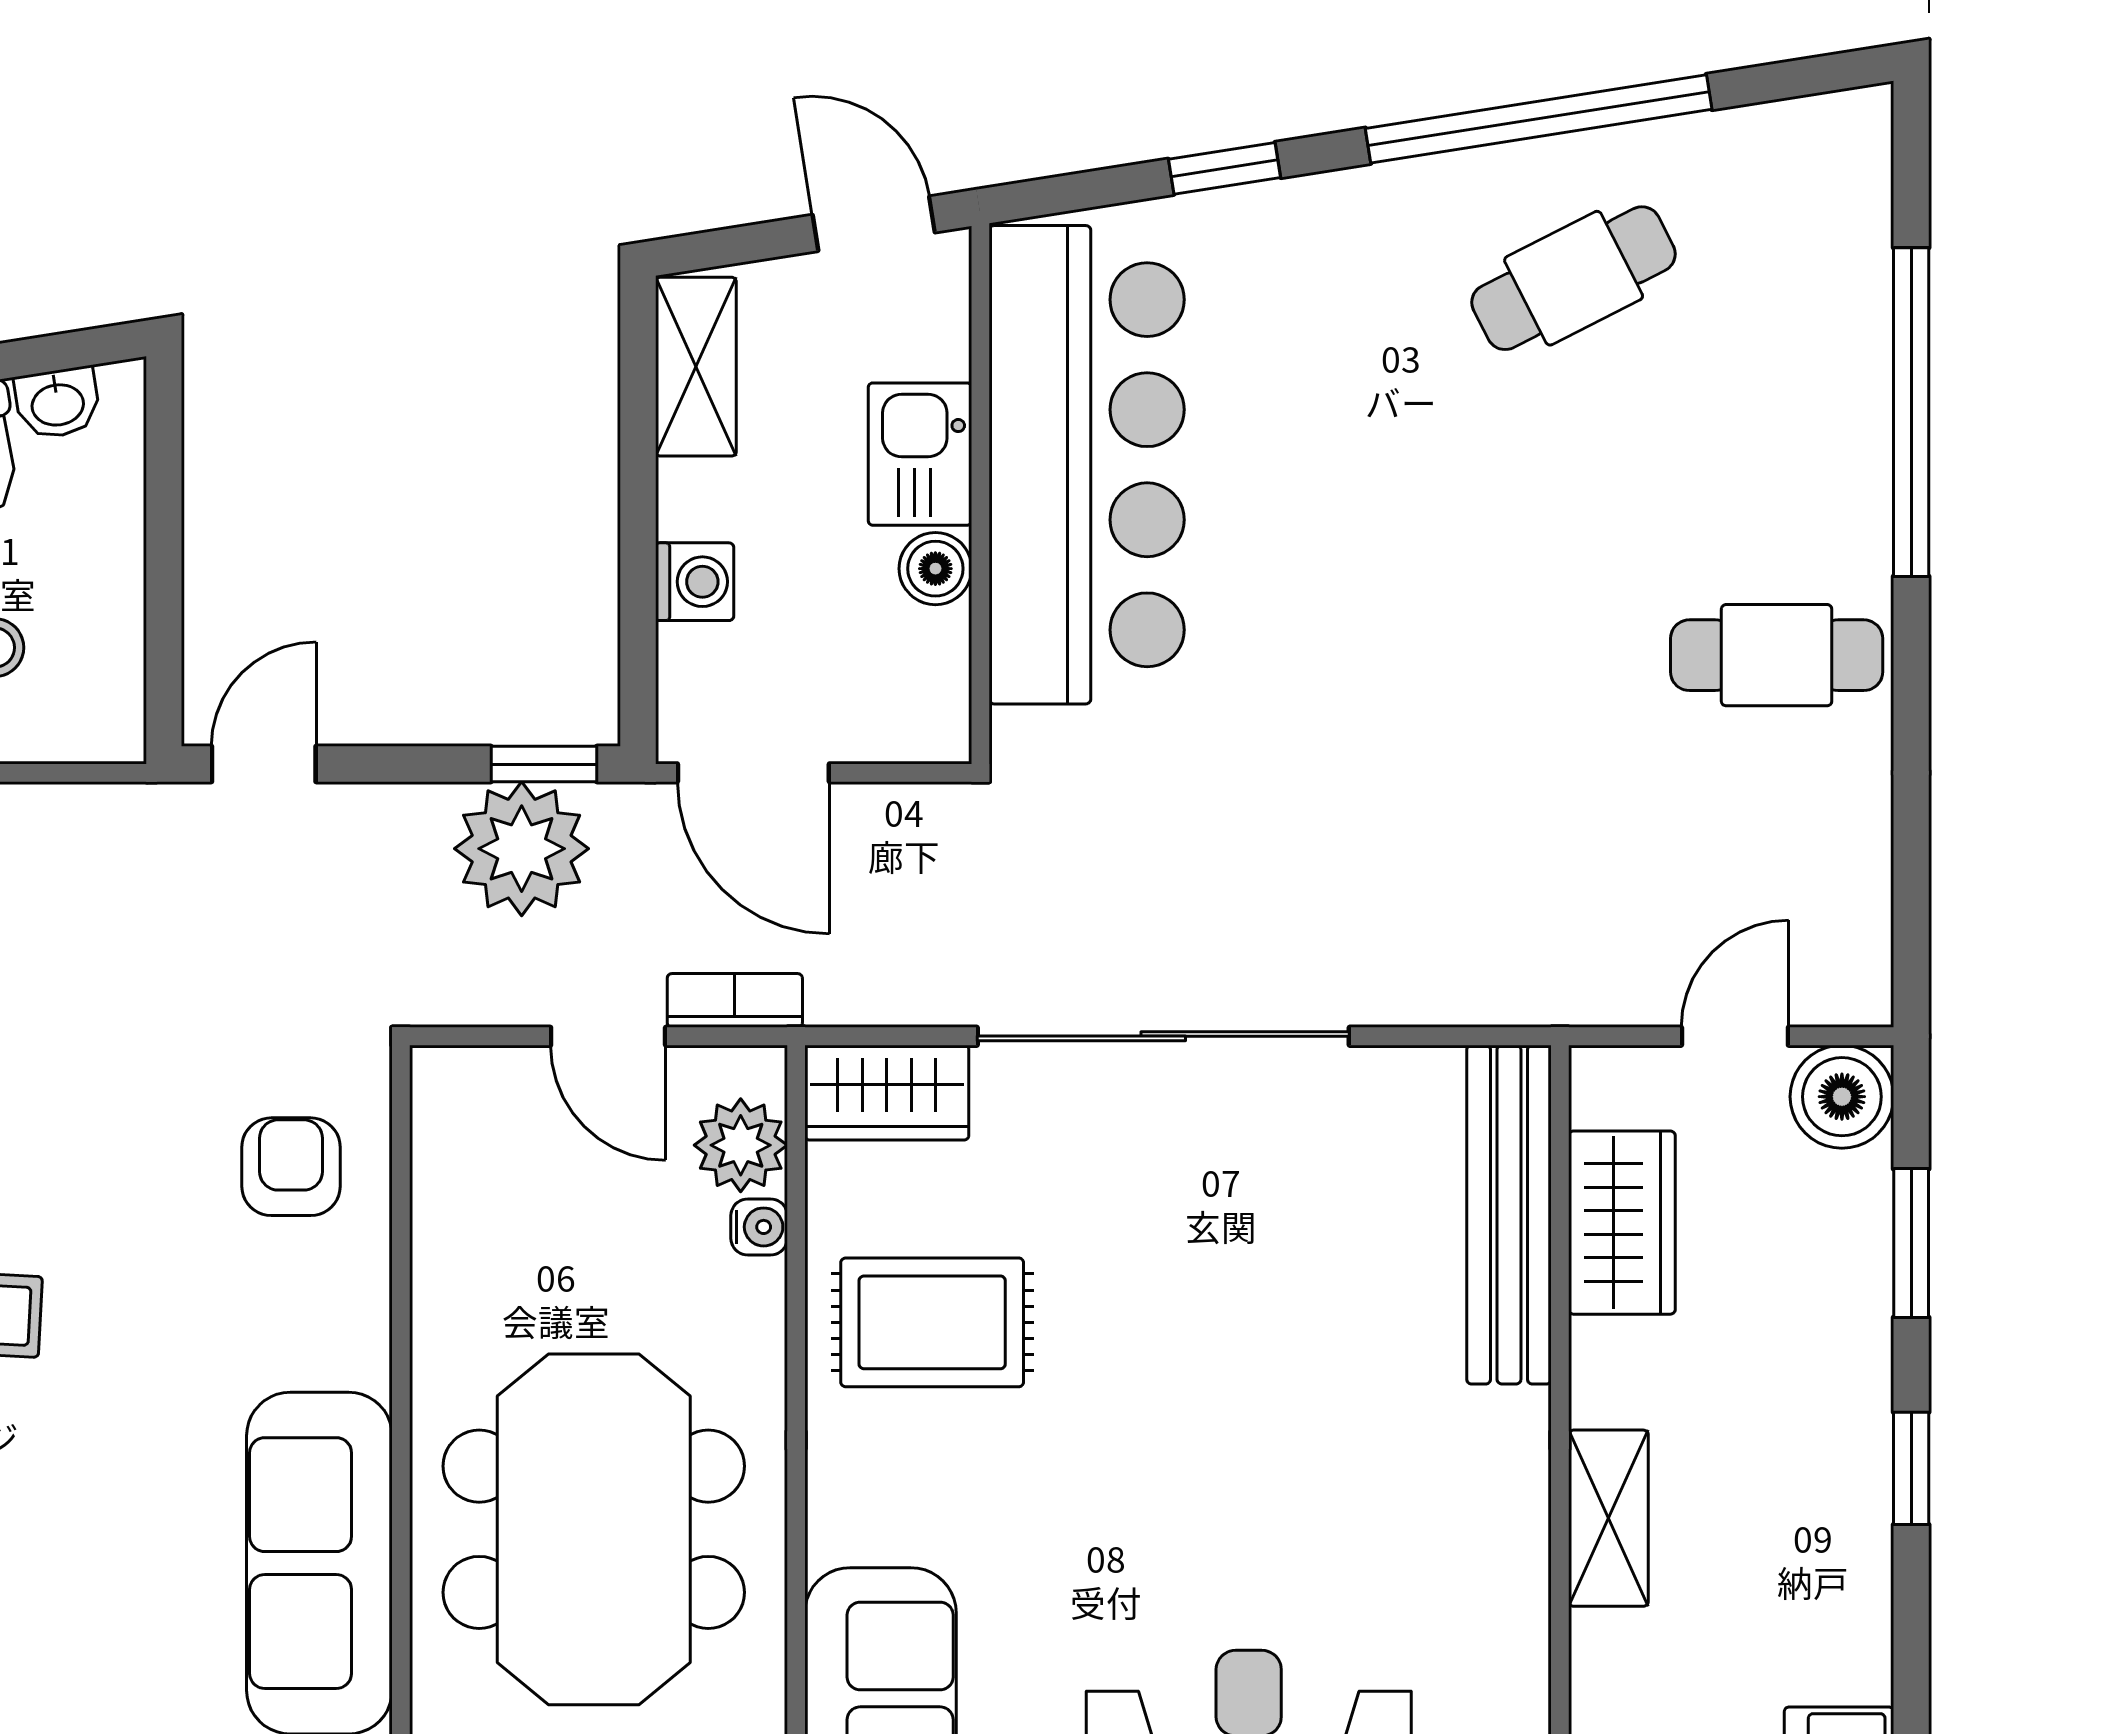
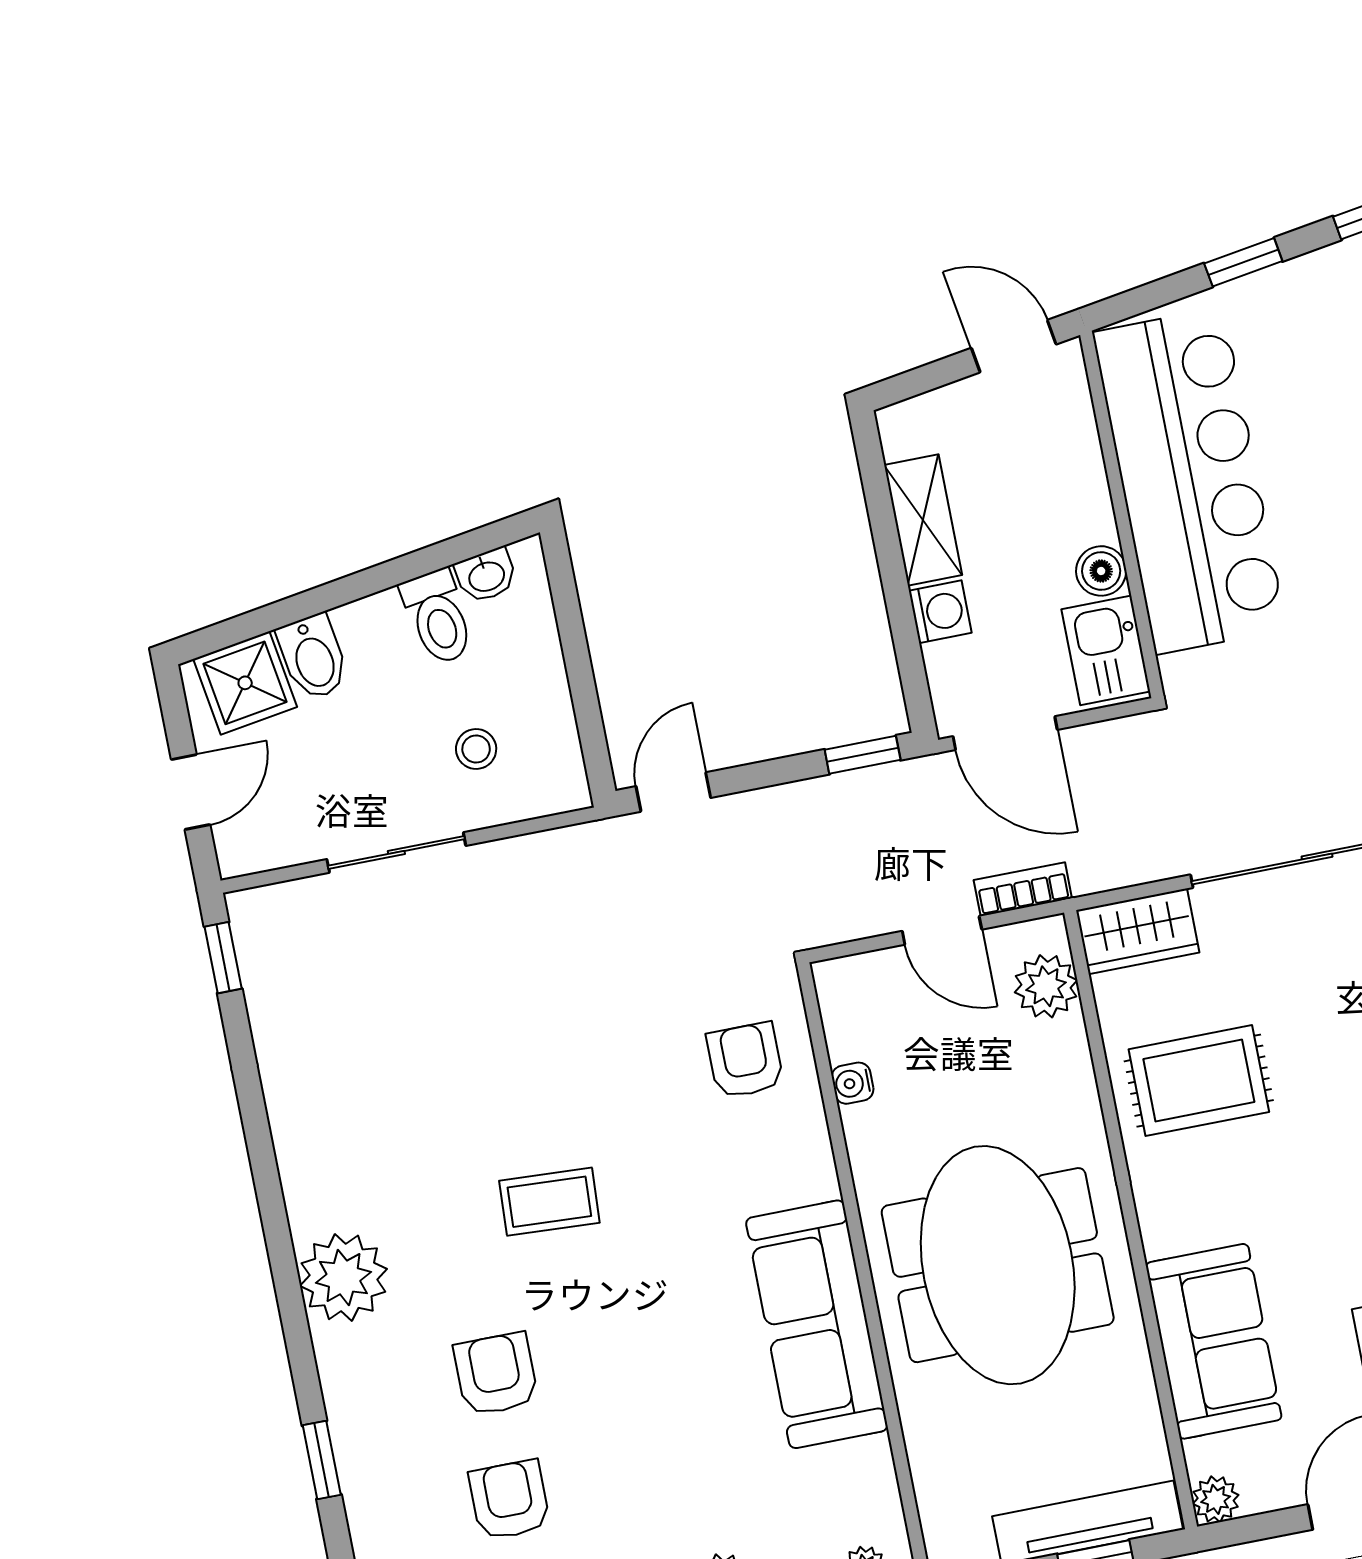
shelving: (696, 367) -> (923, 520), moved
kitchen sink: (920, 454) -> (1106, 650), moved
plant: (522, 849) -> (859, 815), removed
water cooler: (759, 1227) -> (853, 1083), moved, turned 180

